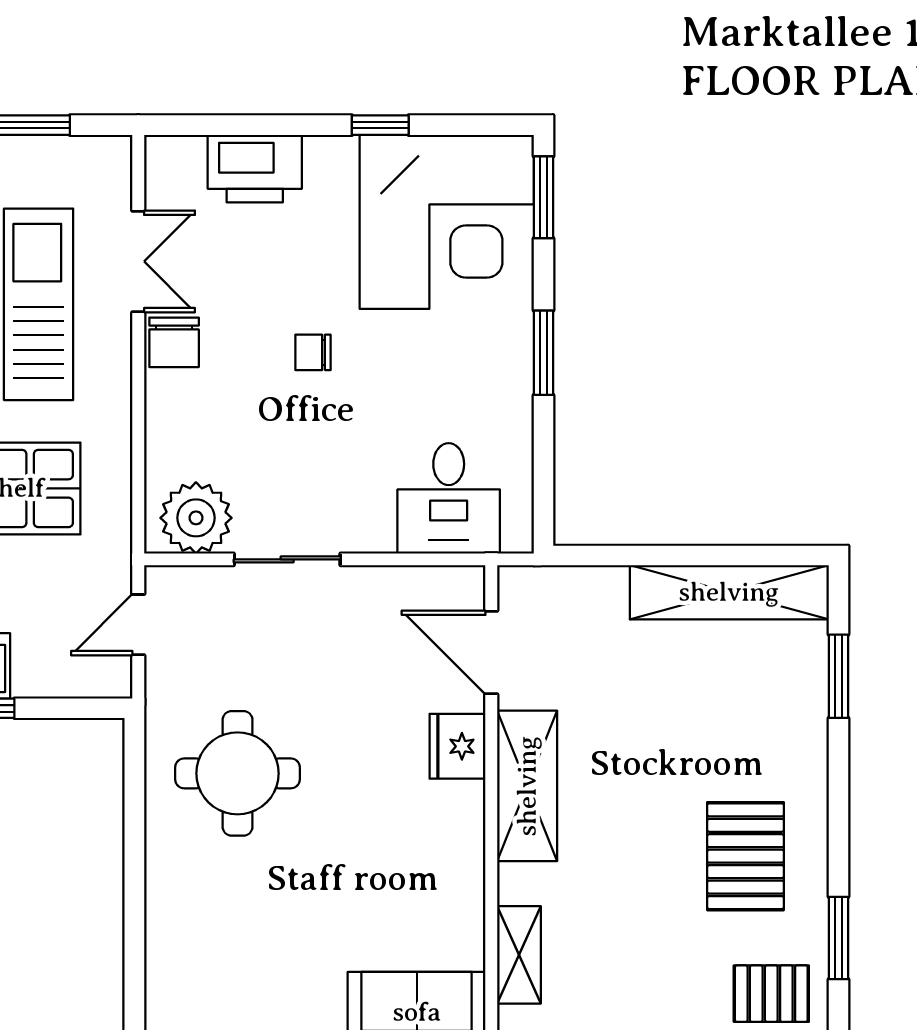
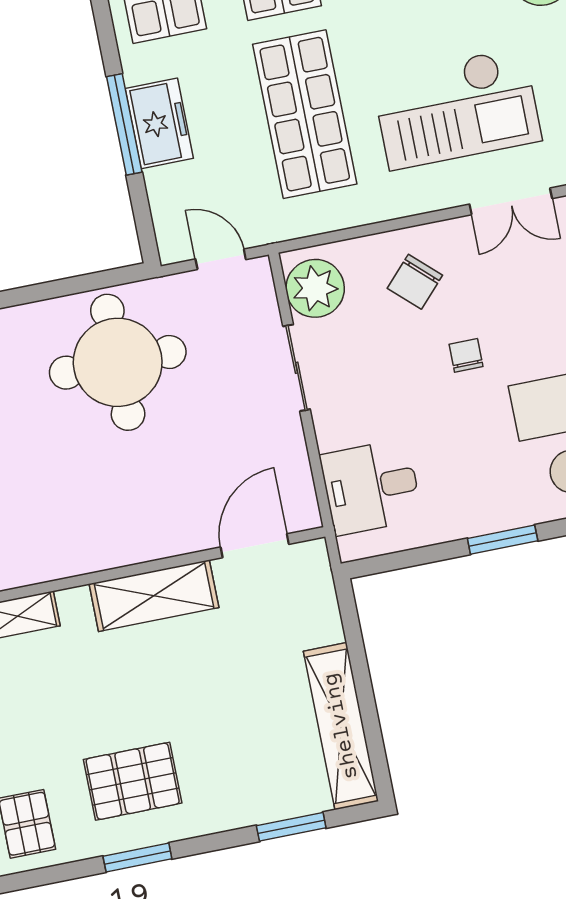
chair: (174, 342) -> (415, 282), moved, turned -47
fridge: (458, 746) -> (174, 534), removed
round table: (238, 773) -> (118, 362), width x1.36, depth x1.36
window: (839, 938) -> (137, 858), moved

